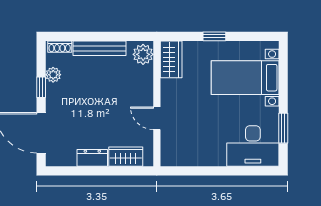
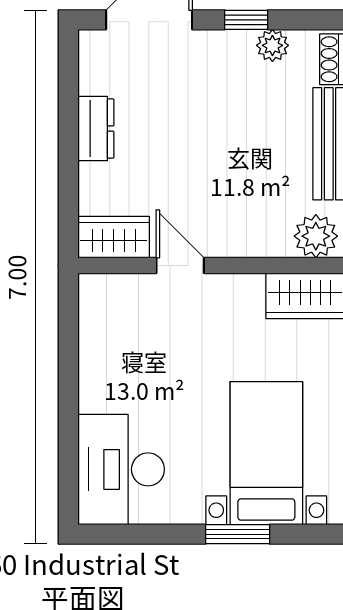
door: (157, 118) -> (180, 266), hinge flipped
window: (283, 128) -> (238, 534), moved
wardrobe: (126, 157) -> (114, 237), moved, turned -90

